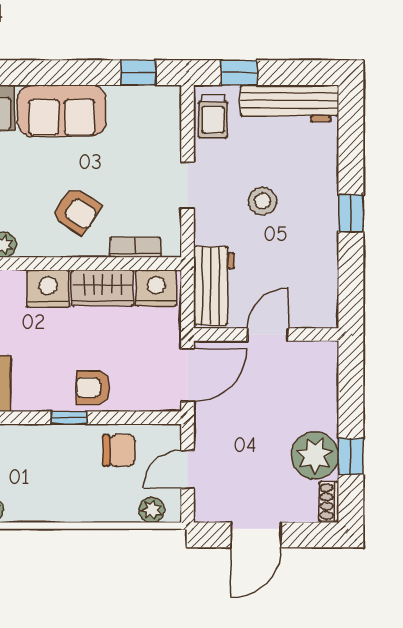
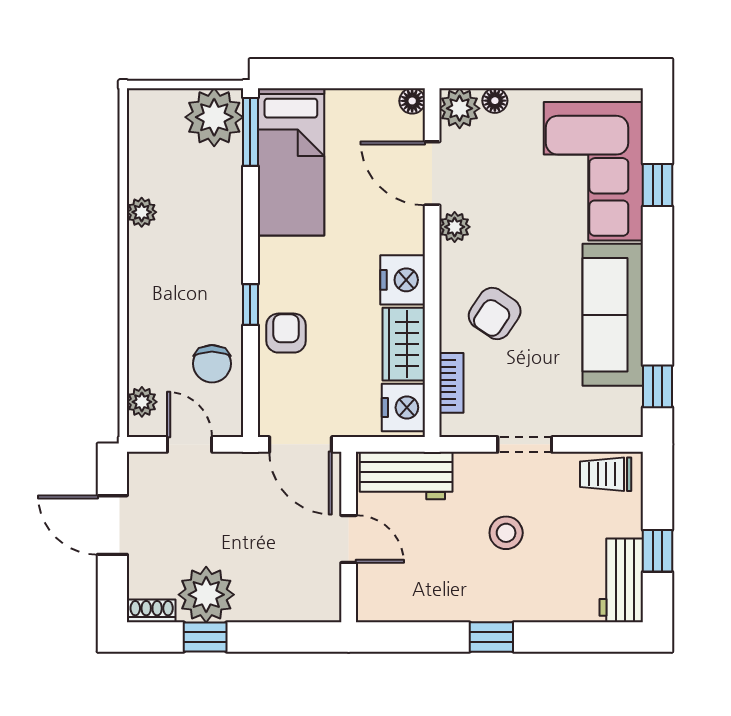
window: (239, 73) -> (658, 551), moved
workbench: (290, 103) -> (621, 580), width x0.73
sofa: (62, 111) -> (613, 315), width x1.36

